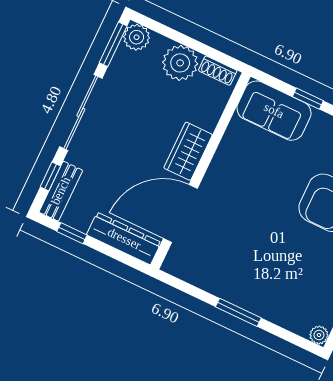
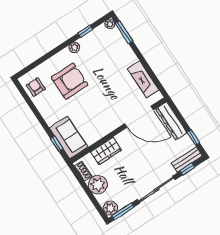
window: (308, 99) -> (57, 144), moved
wardrobe: (188, 151) -> (106, 151), moved
fireplace: (210, 278) -> (143, 79), added
window: (238, 312) -> (124, 32), moved

